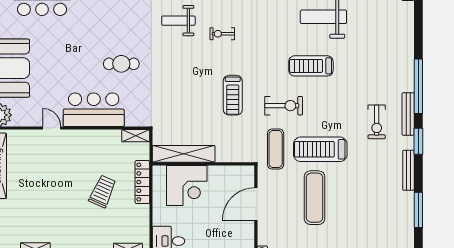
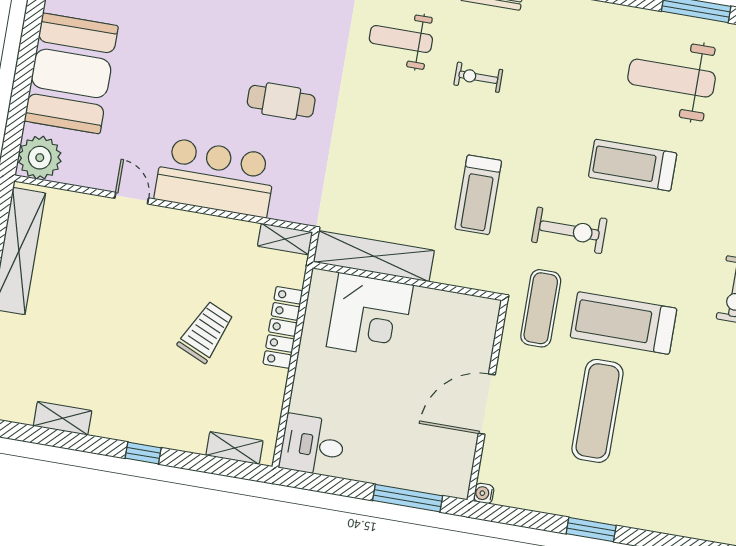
shelving: (184, 154) -> (374, 256), moved
wall: (203, 164) -> (407, 281), moved
corner desk: (187, 185) -> (370, 316), moved

